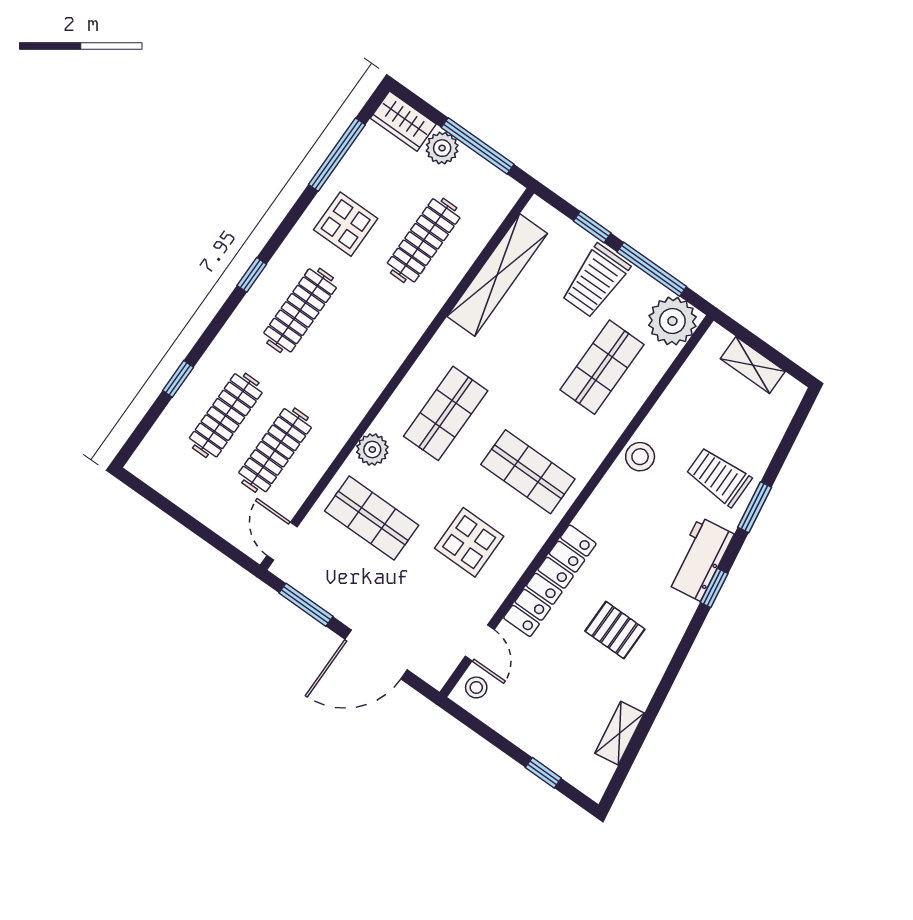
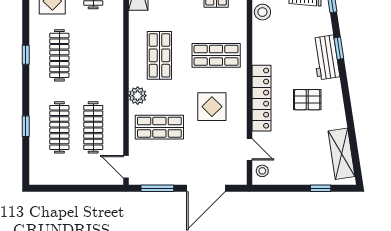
workbench: (700, 559) -> (326, 57), moved
shelving: (620, 733) -> (342, 154), width x1.50, depth x1.33

